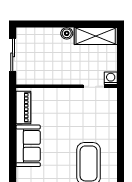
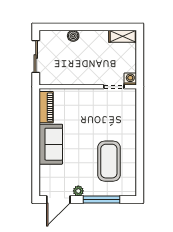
boiler: (67, 33) -> (73, 36), moved
shelving: (96, 36) -> (123, 36), width x0.67, depth x0.75

